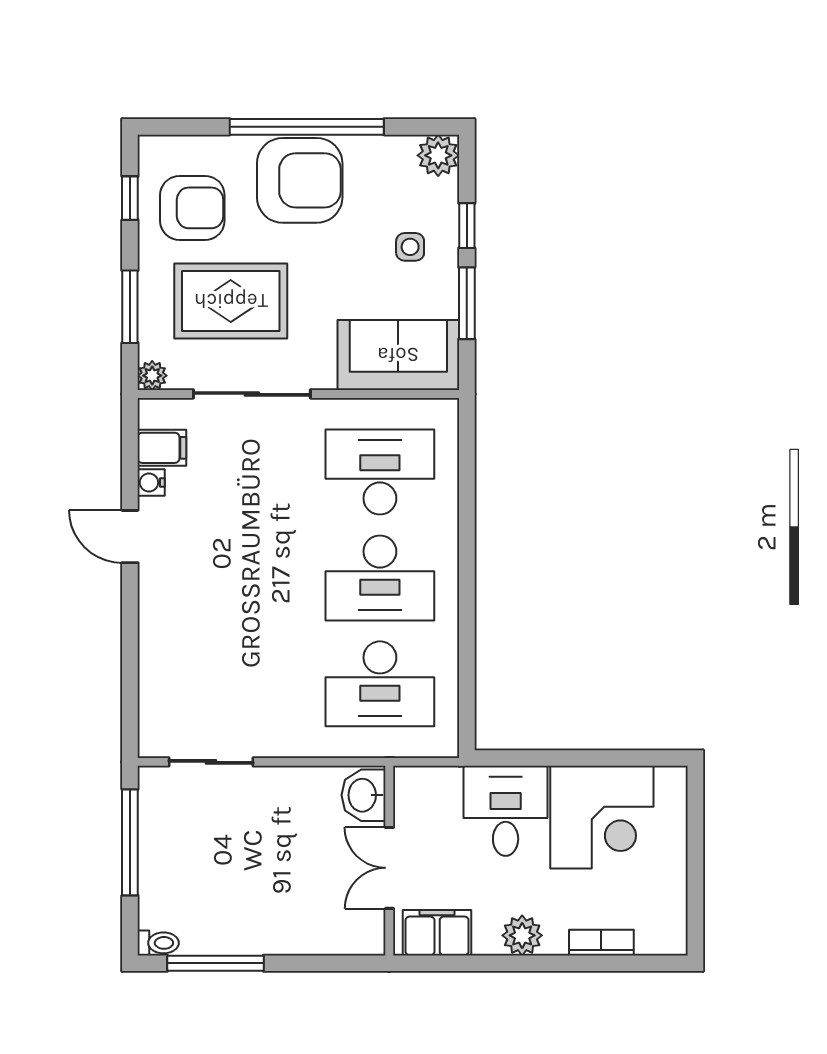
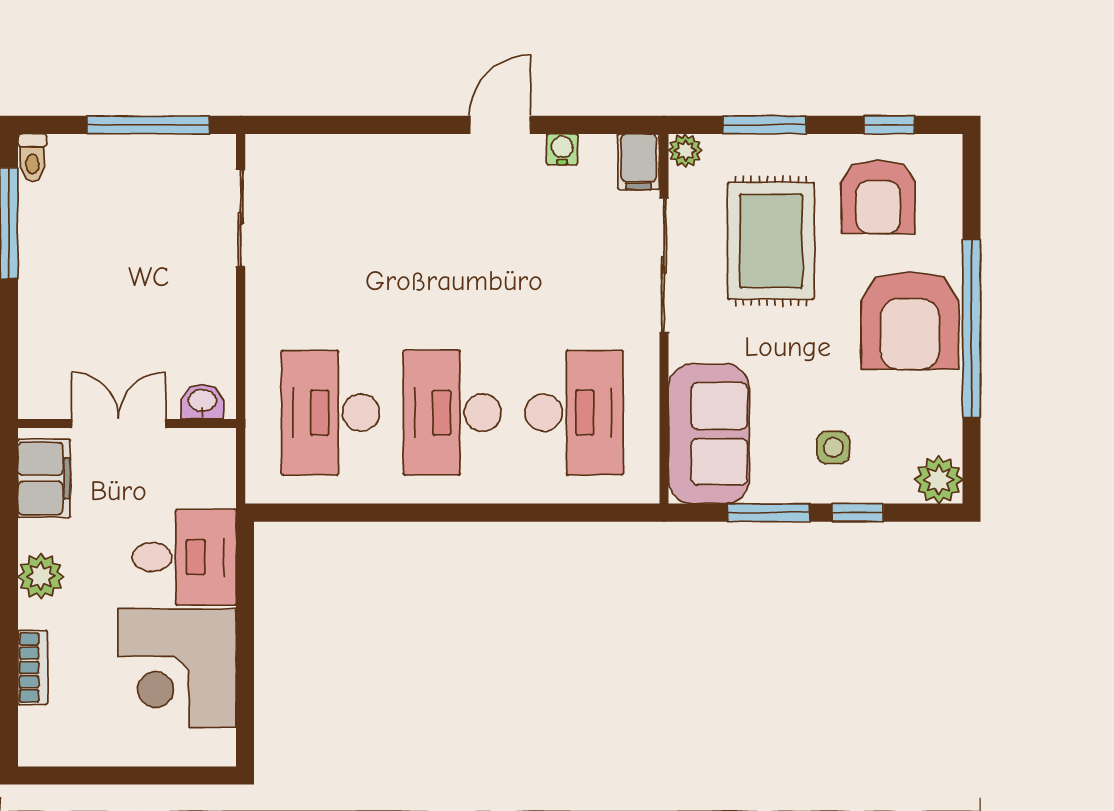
filing cabinet: (162, 448) -> (639, 162), moved
washbasin: (364, 795) -> (202, 402), width x0.72, depth x0.69

